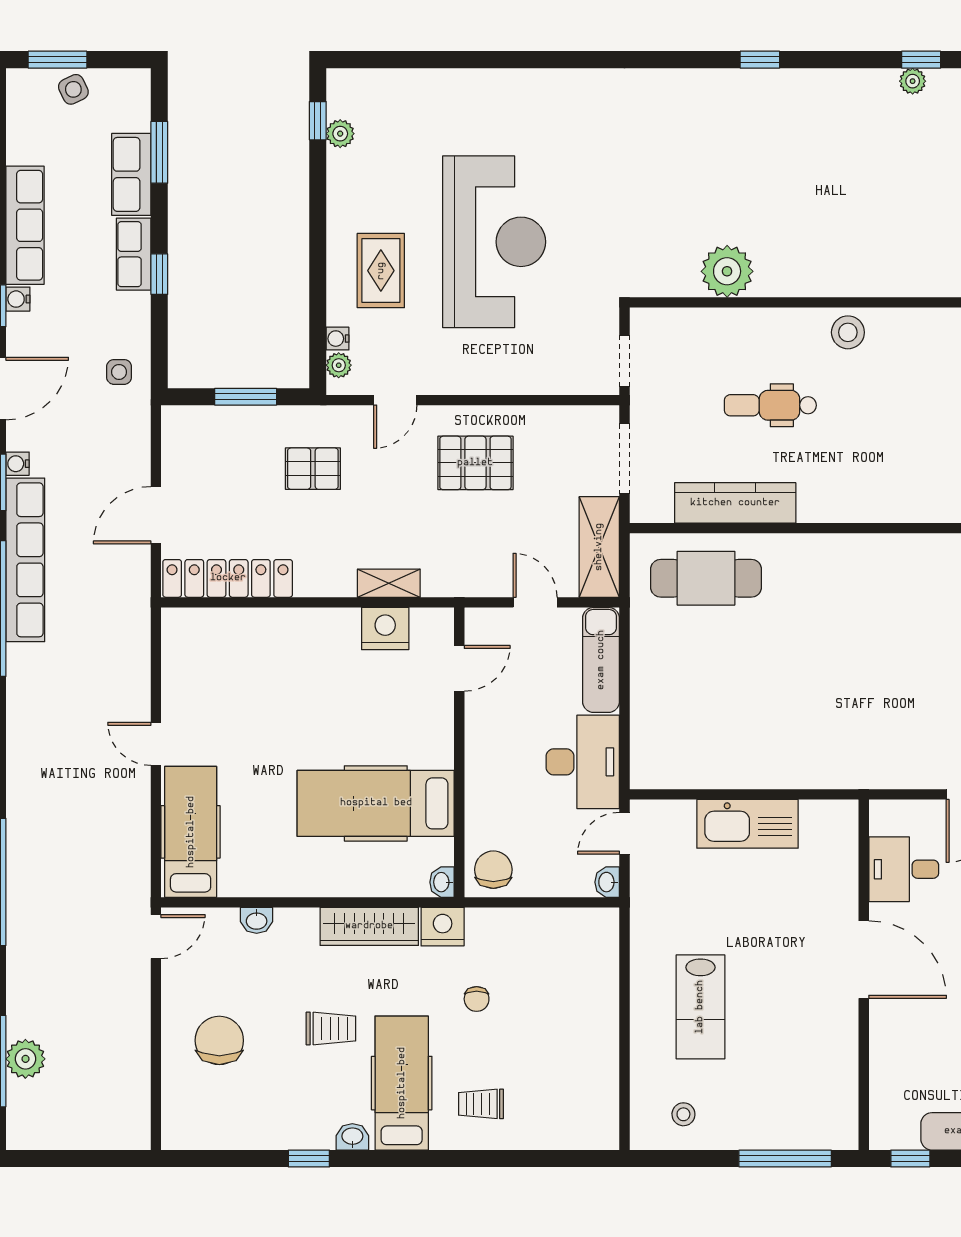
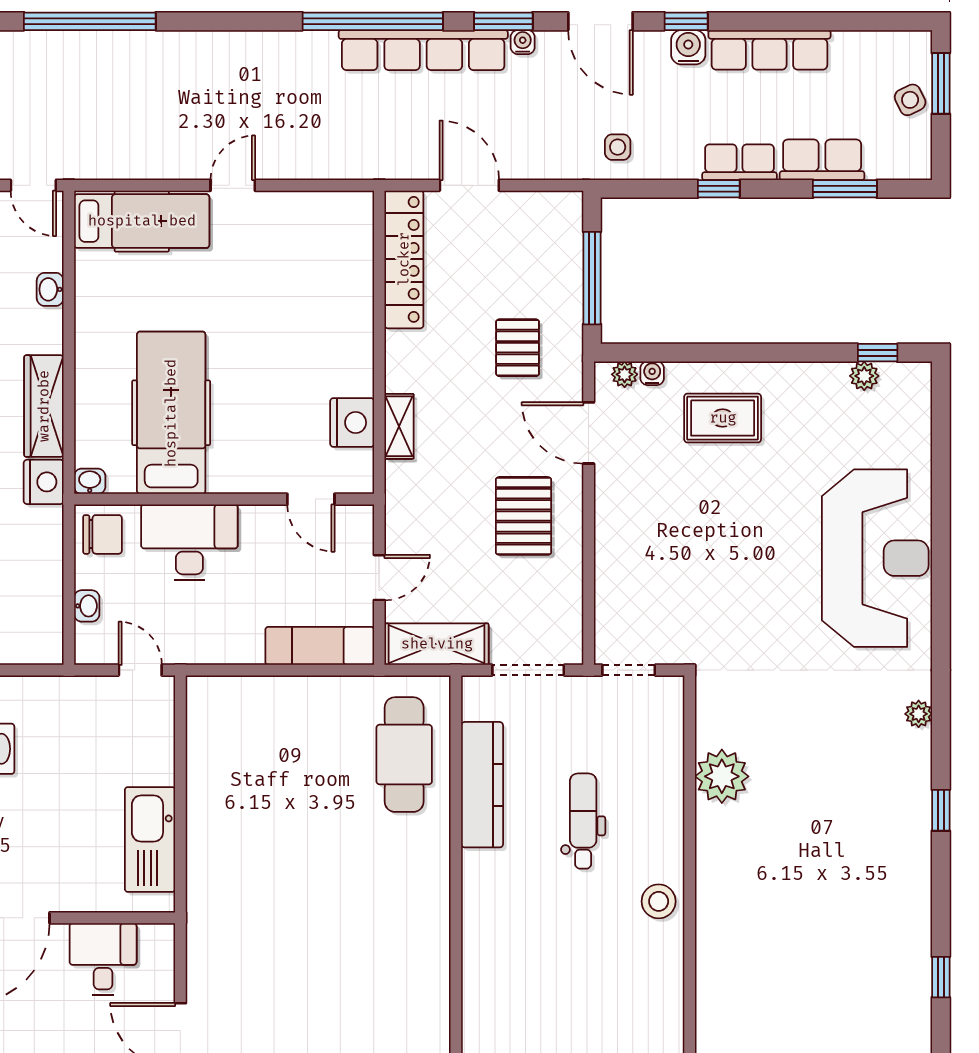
plant: (913, 81) -> (919, 714), moved
reception desk: (494, 242) -> (875, 558), moved, turned -90
water cooler: (18, 299) -> (688, 47), width x1.38, depth x1.38
window: (246, 397) -> (592, 278), width x1.44
door: (395, 400) -> (589, 433), width x1.38
desk: (583, 762) -> (189, 542), moved, turned 180
kitchen sink: (747, 824) -> (150, 839), moved
washbasin: (607, 882) -> (87, 606), moved, turned 90

